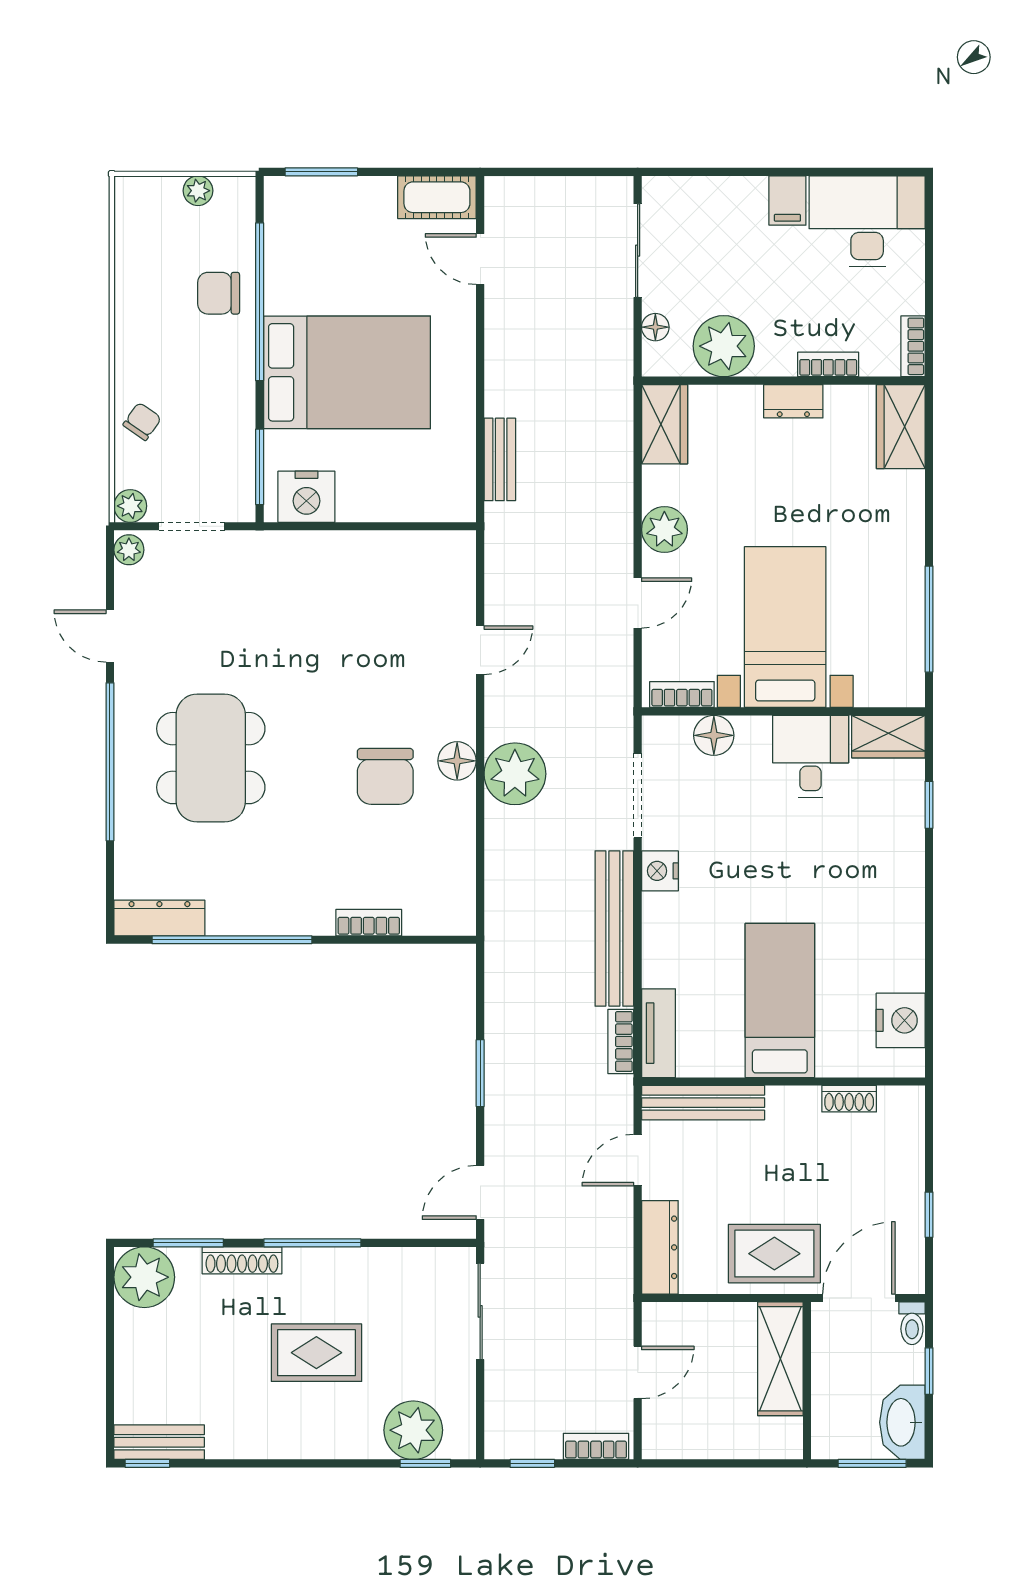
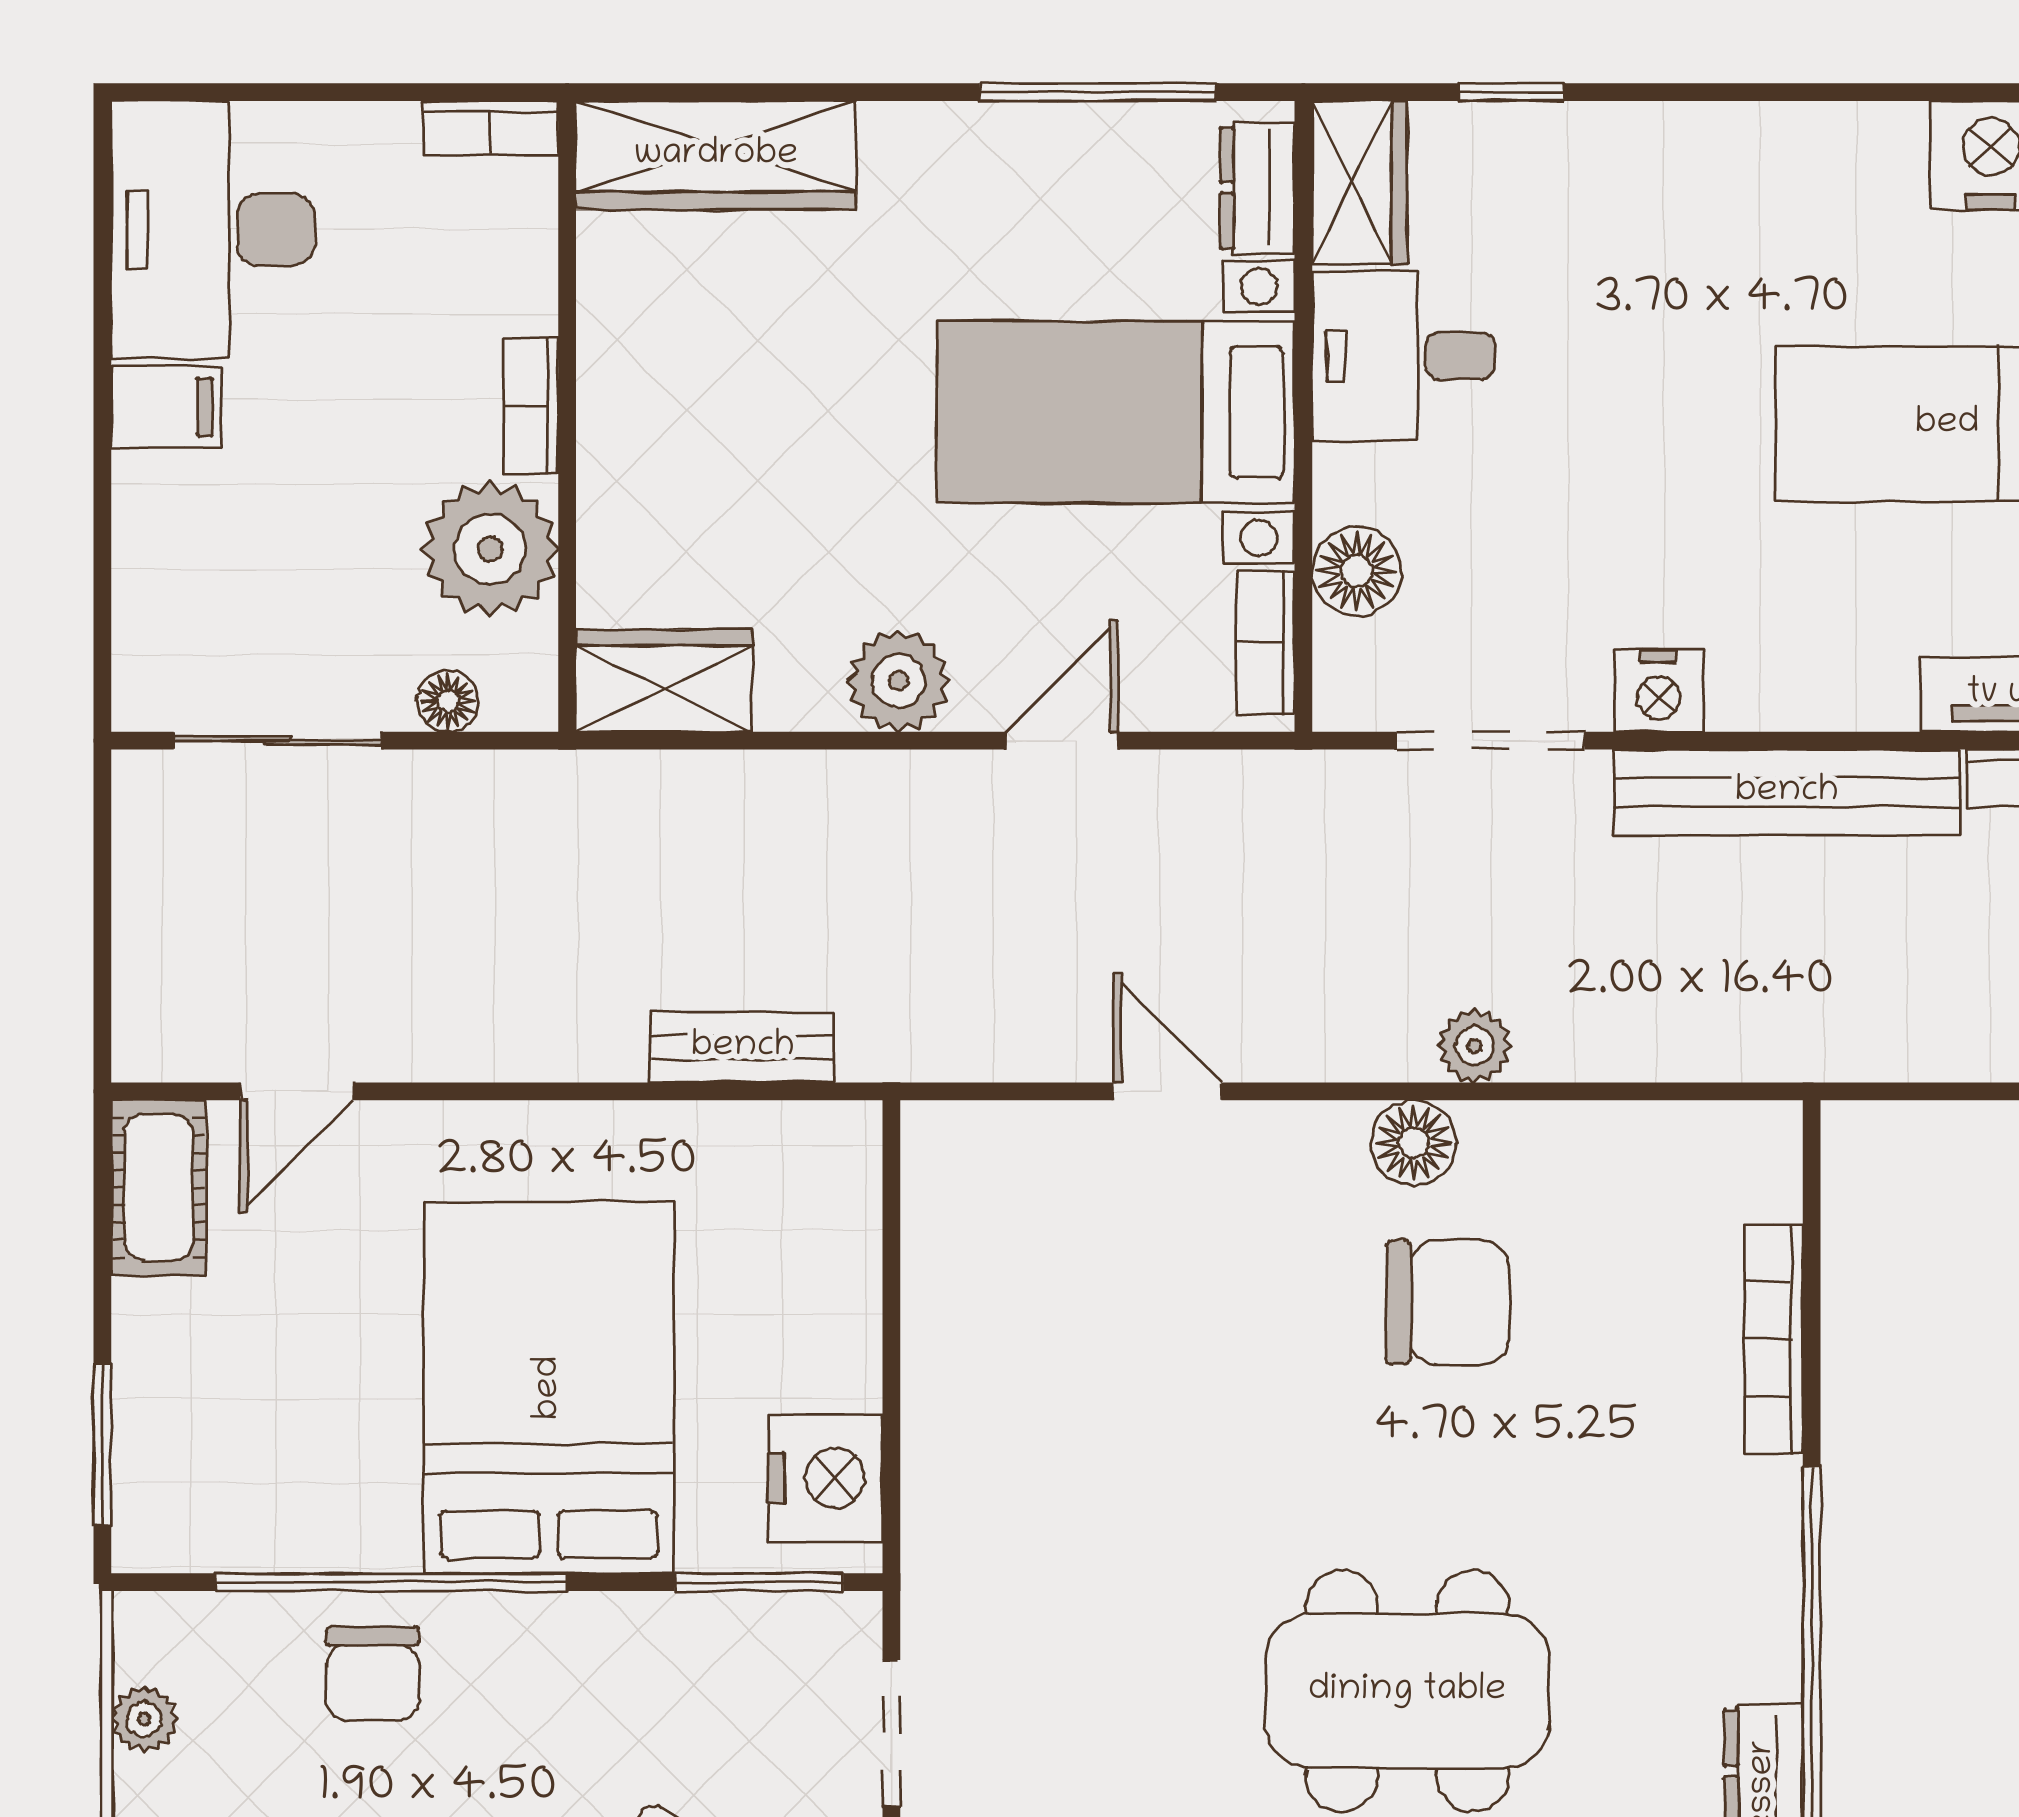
bookcase: (828, 364) -> (531, 406), moved
dresser: (793, 401) -> (1257, 188), moved, turned 180
wardrobe: (901, 427) -> (716, 155), width x1.50
door: (638, 603) -> (1062, 741), hinge flipped
plant: (515, 774) -> (1474, 1046), width x0.53, depth x0.53
bookcase: (369, 923) -> (1774, 1339), width x1.56

